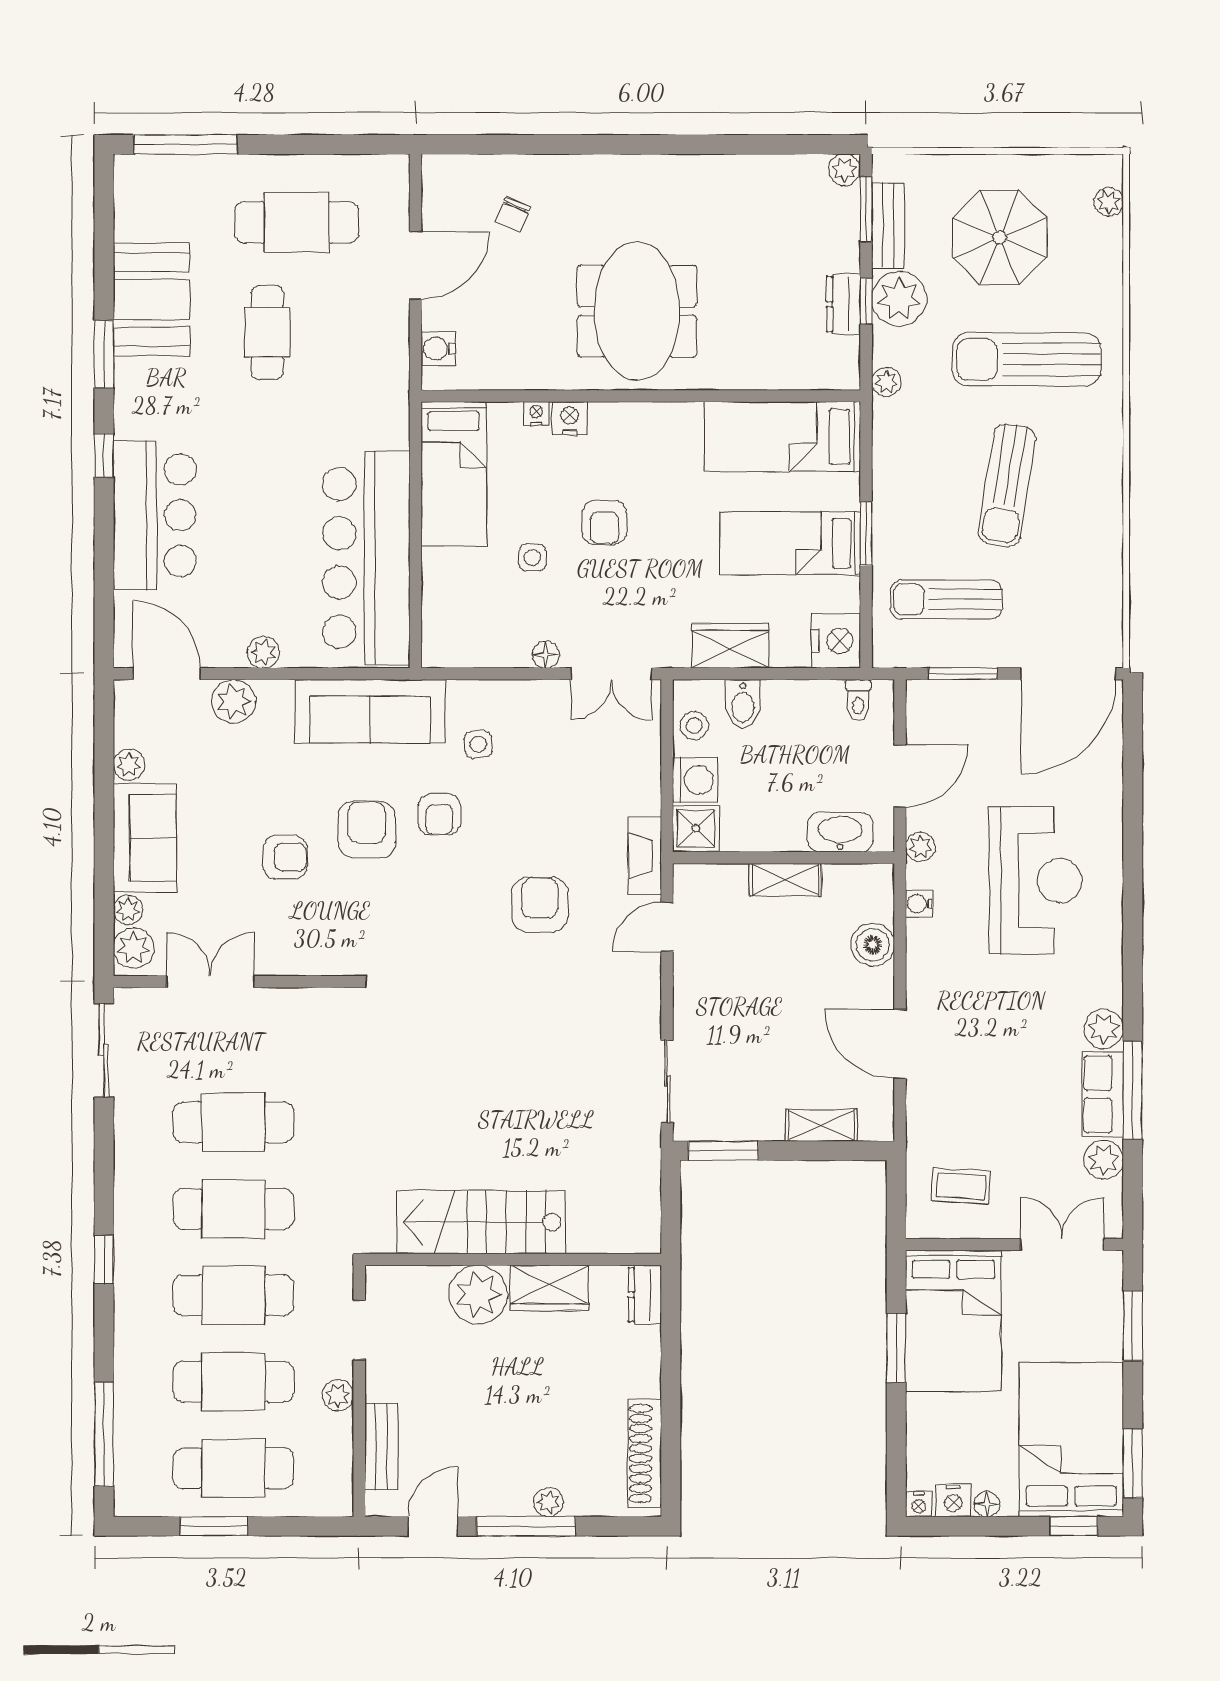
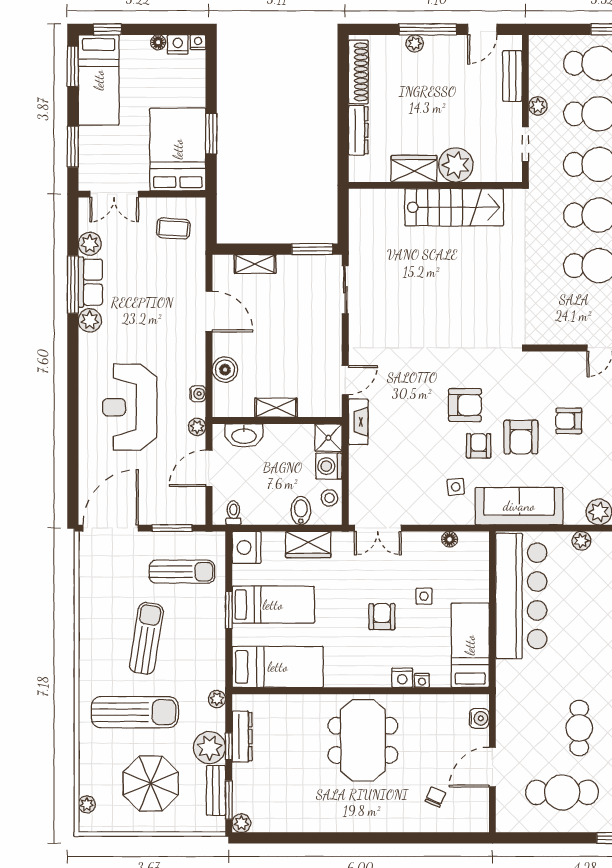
dresser: (843, 304) -> (242, 737), width x1.44
floor lamp: (546, 655) -> (450, 539), moved
double door: (611, 674) -> (378, 528), swing flipped
armchair: (540, 905) -> (465, 405), moved, turned -90
dresser: (645, 1295) -> (358, 130), moved, width x1.44
bed: (1071, 1440) -> (99, 80), width x0.67

